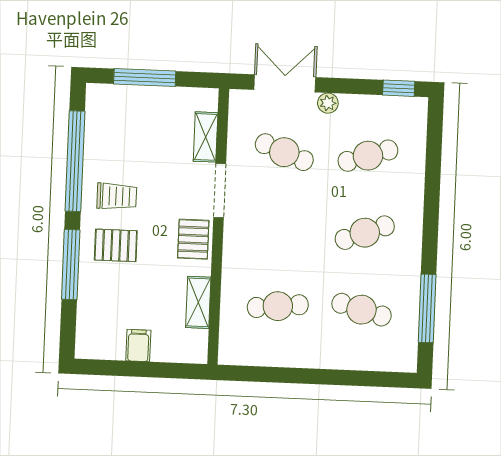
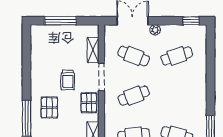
window: (75, 161) -> (27, 65), removed
trolley: (117, 196) -> (68, 80), moved, turned 90
cafe table: (365, 233) -> (134, 96), moved
pallet: (116, 245) -> (49, 107), turned 90

